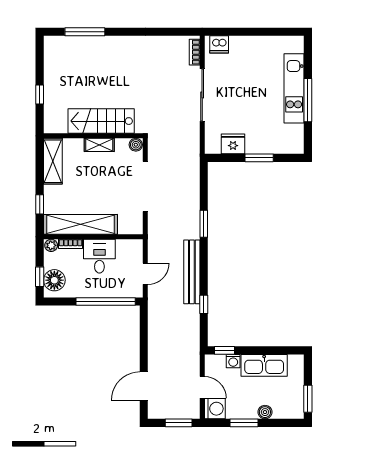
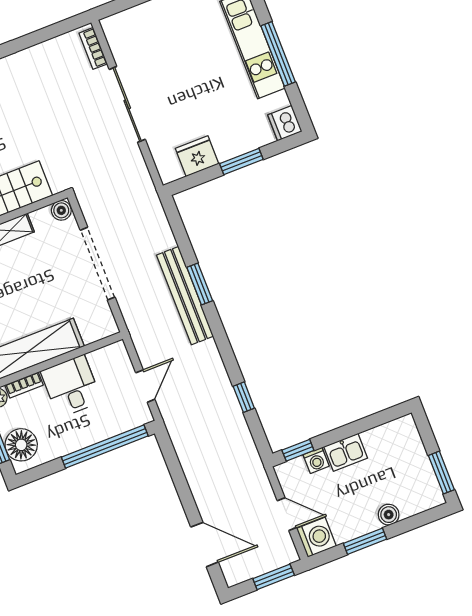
dishwasher: (219, 44) -> (285, 123), moved, turned 90
bench: (192, 272) -> (185, 296), moved
kitchen sink: (264, 365) -> (346, 452), width x0.53, depth x0.81
door: (144, 386) -> (205, 545), swing flipped

